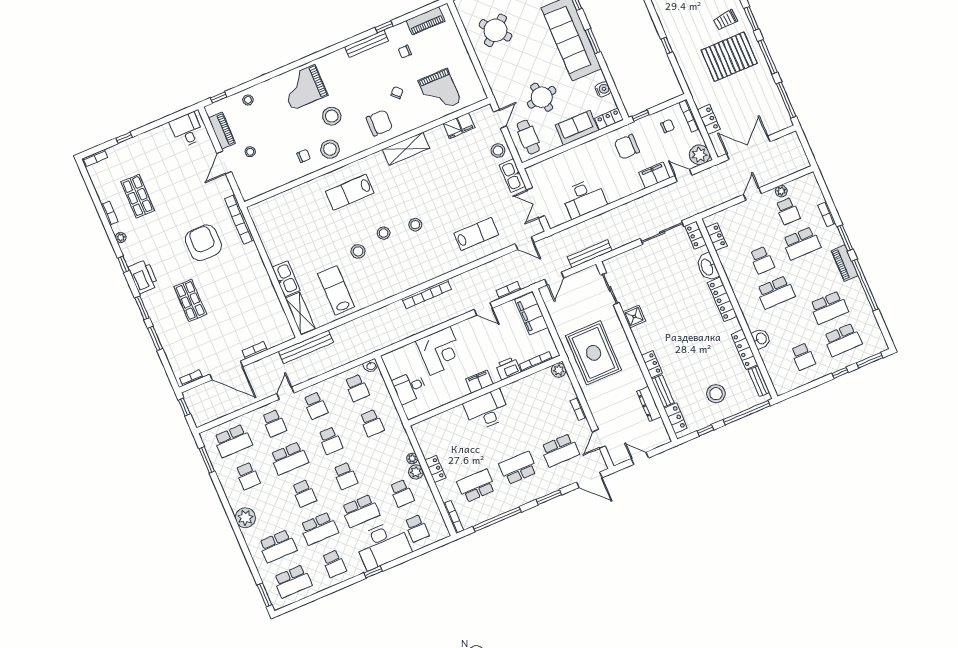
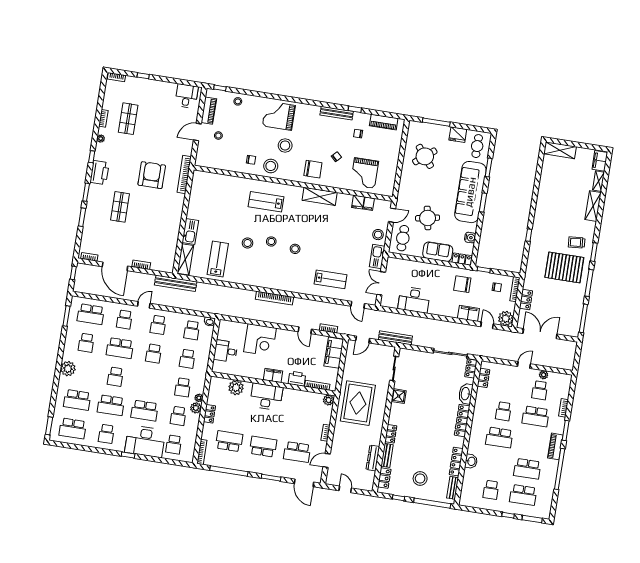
plant: (447, 421) -> (236, 388), added
school desk: (345, 476) -> (183, 387), moved

